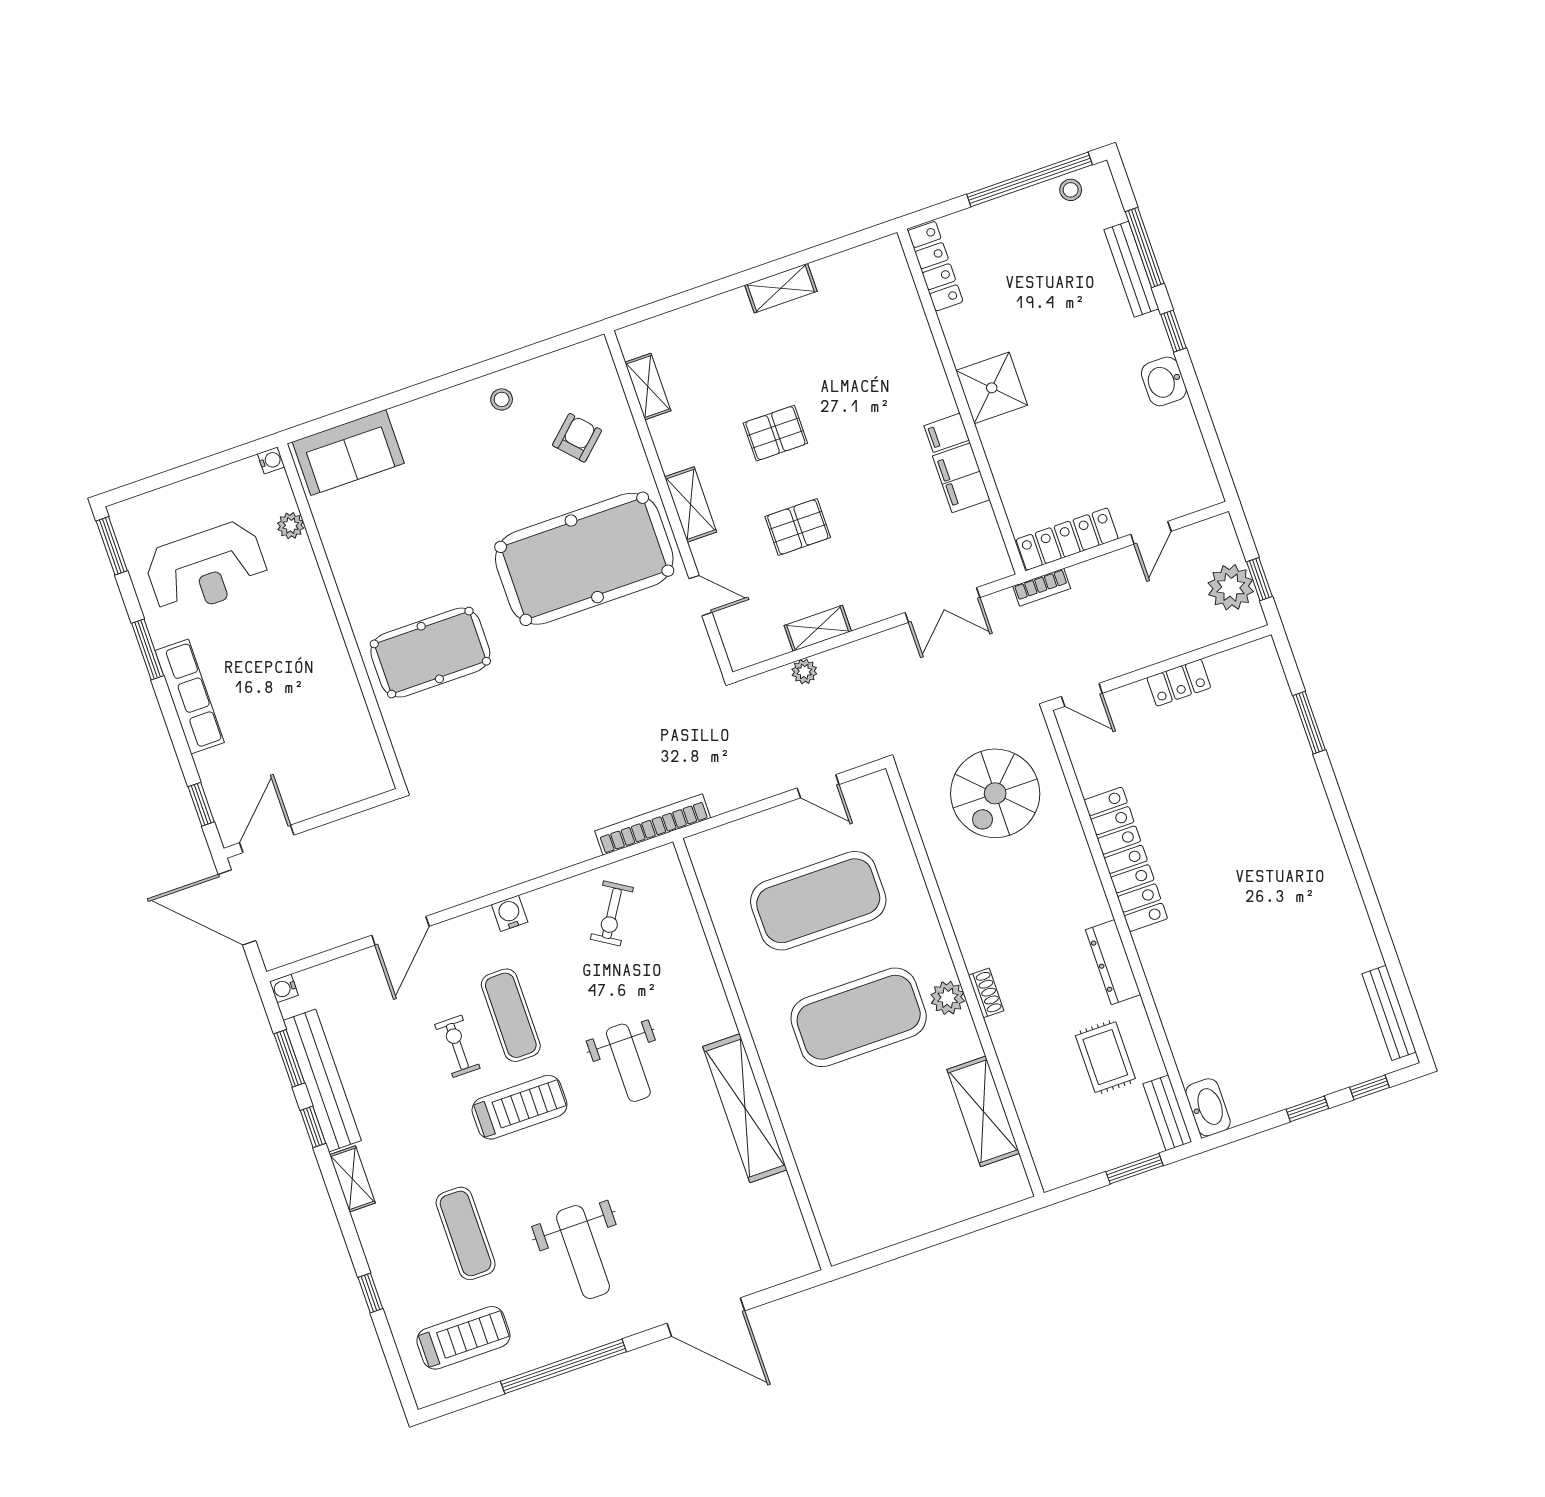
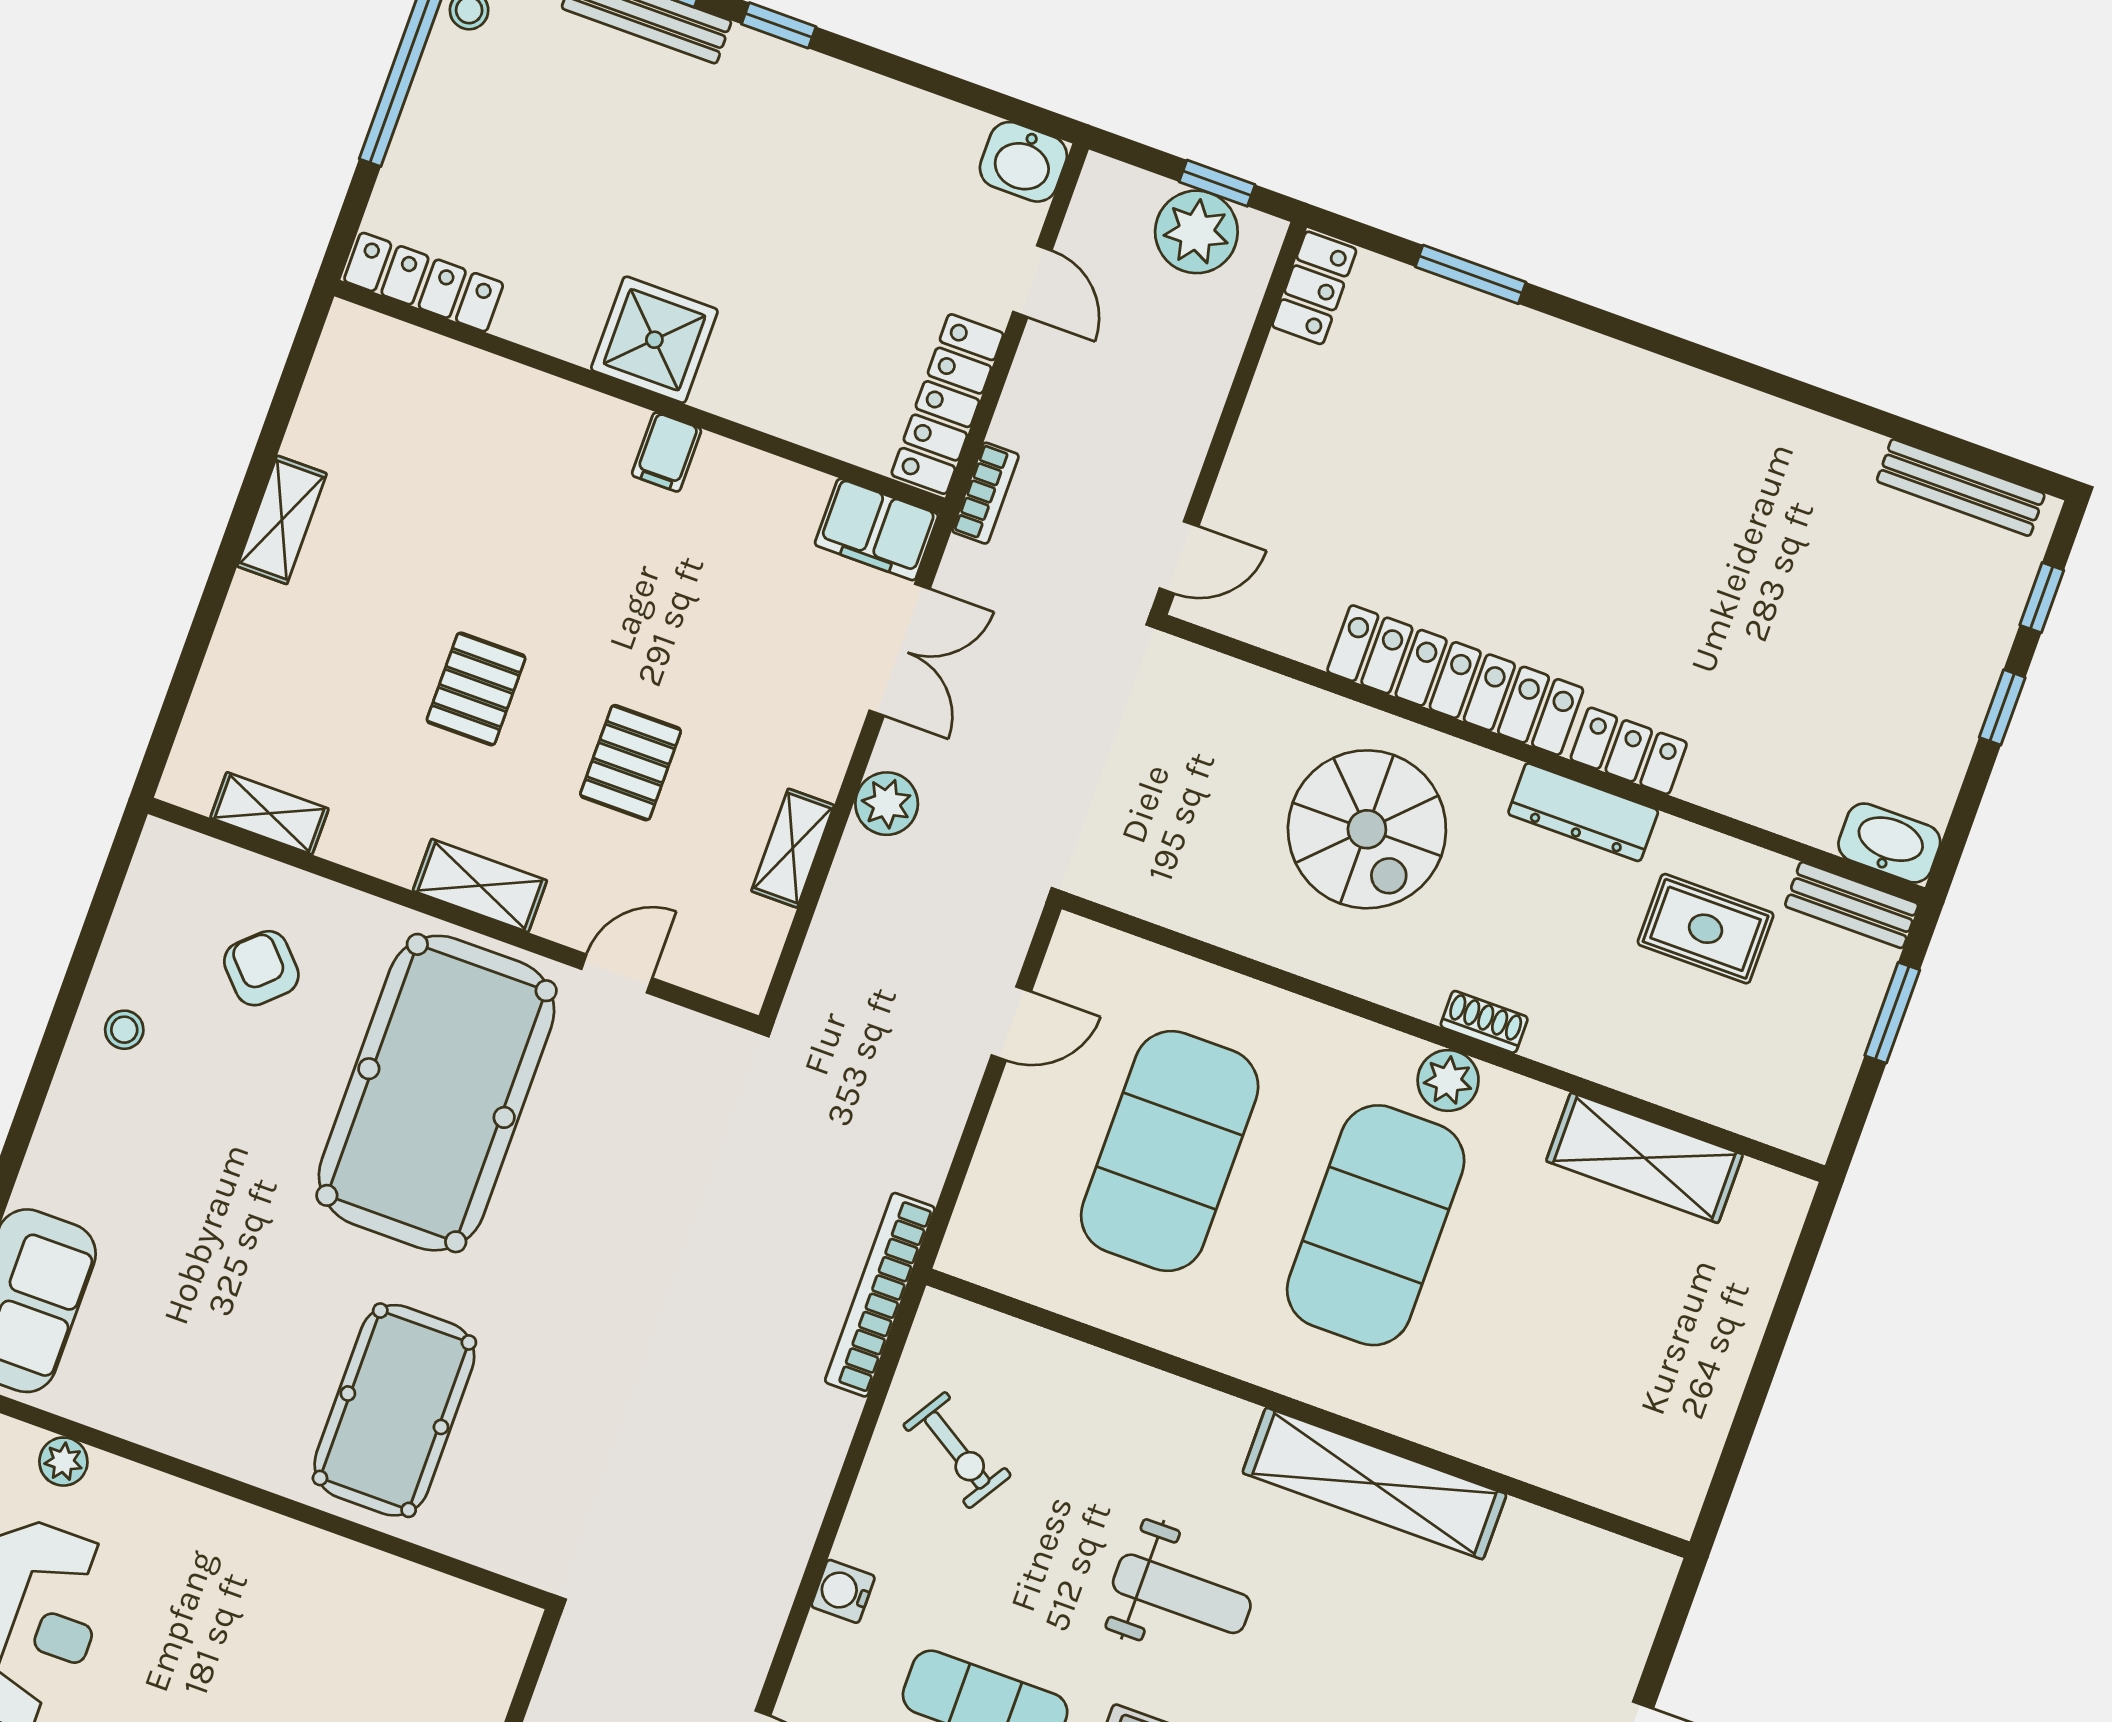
washbasin: (1164, 381) -> (1023, 162), moved
filing cabinet: (961, 478) -> (877, 529), moved
plant: (804, 672) -> (887, 804), moved, width x1.38, depth x1.38
locker: (1179, 683) -> (1314, 288), moved
spiral stairs: (995, 793) -> (1367, 829), moved
locker: (1156, 960) -> (1629, 751), added

